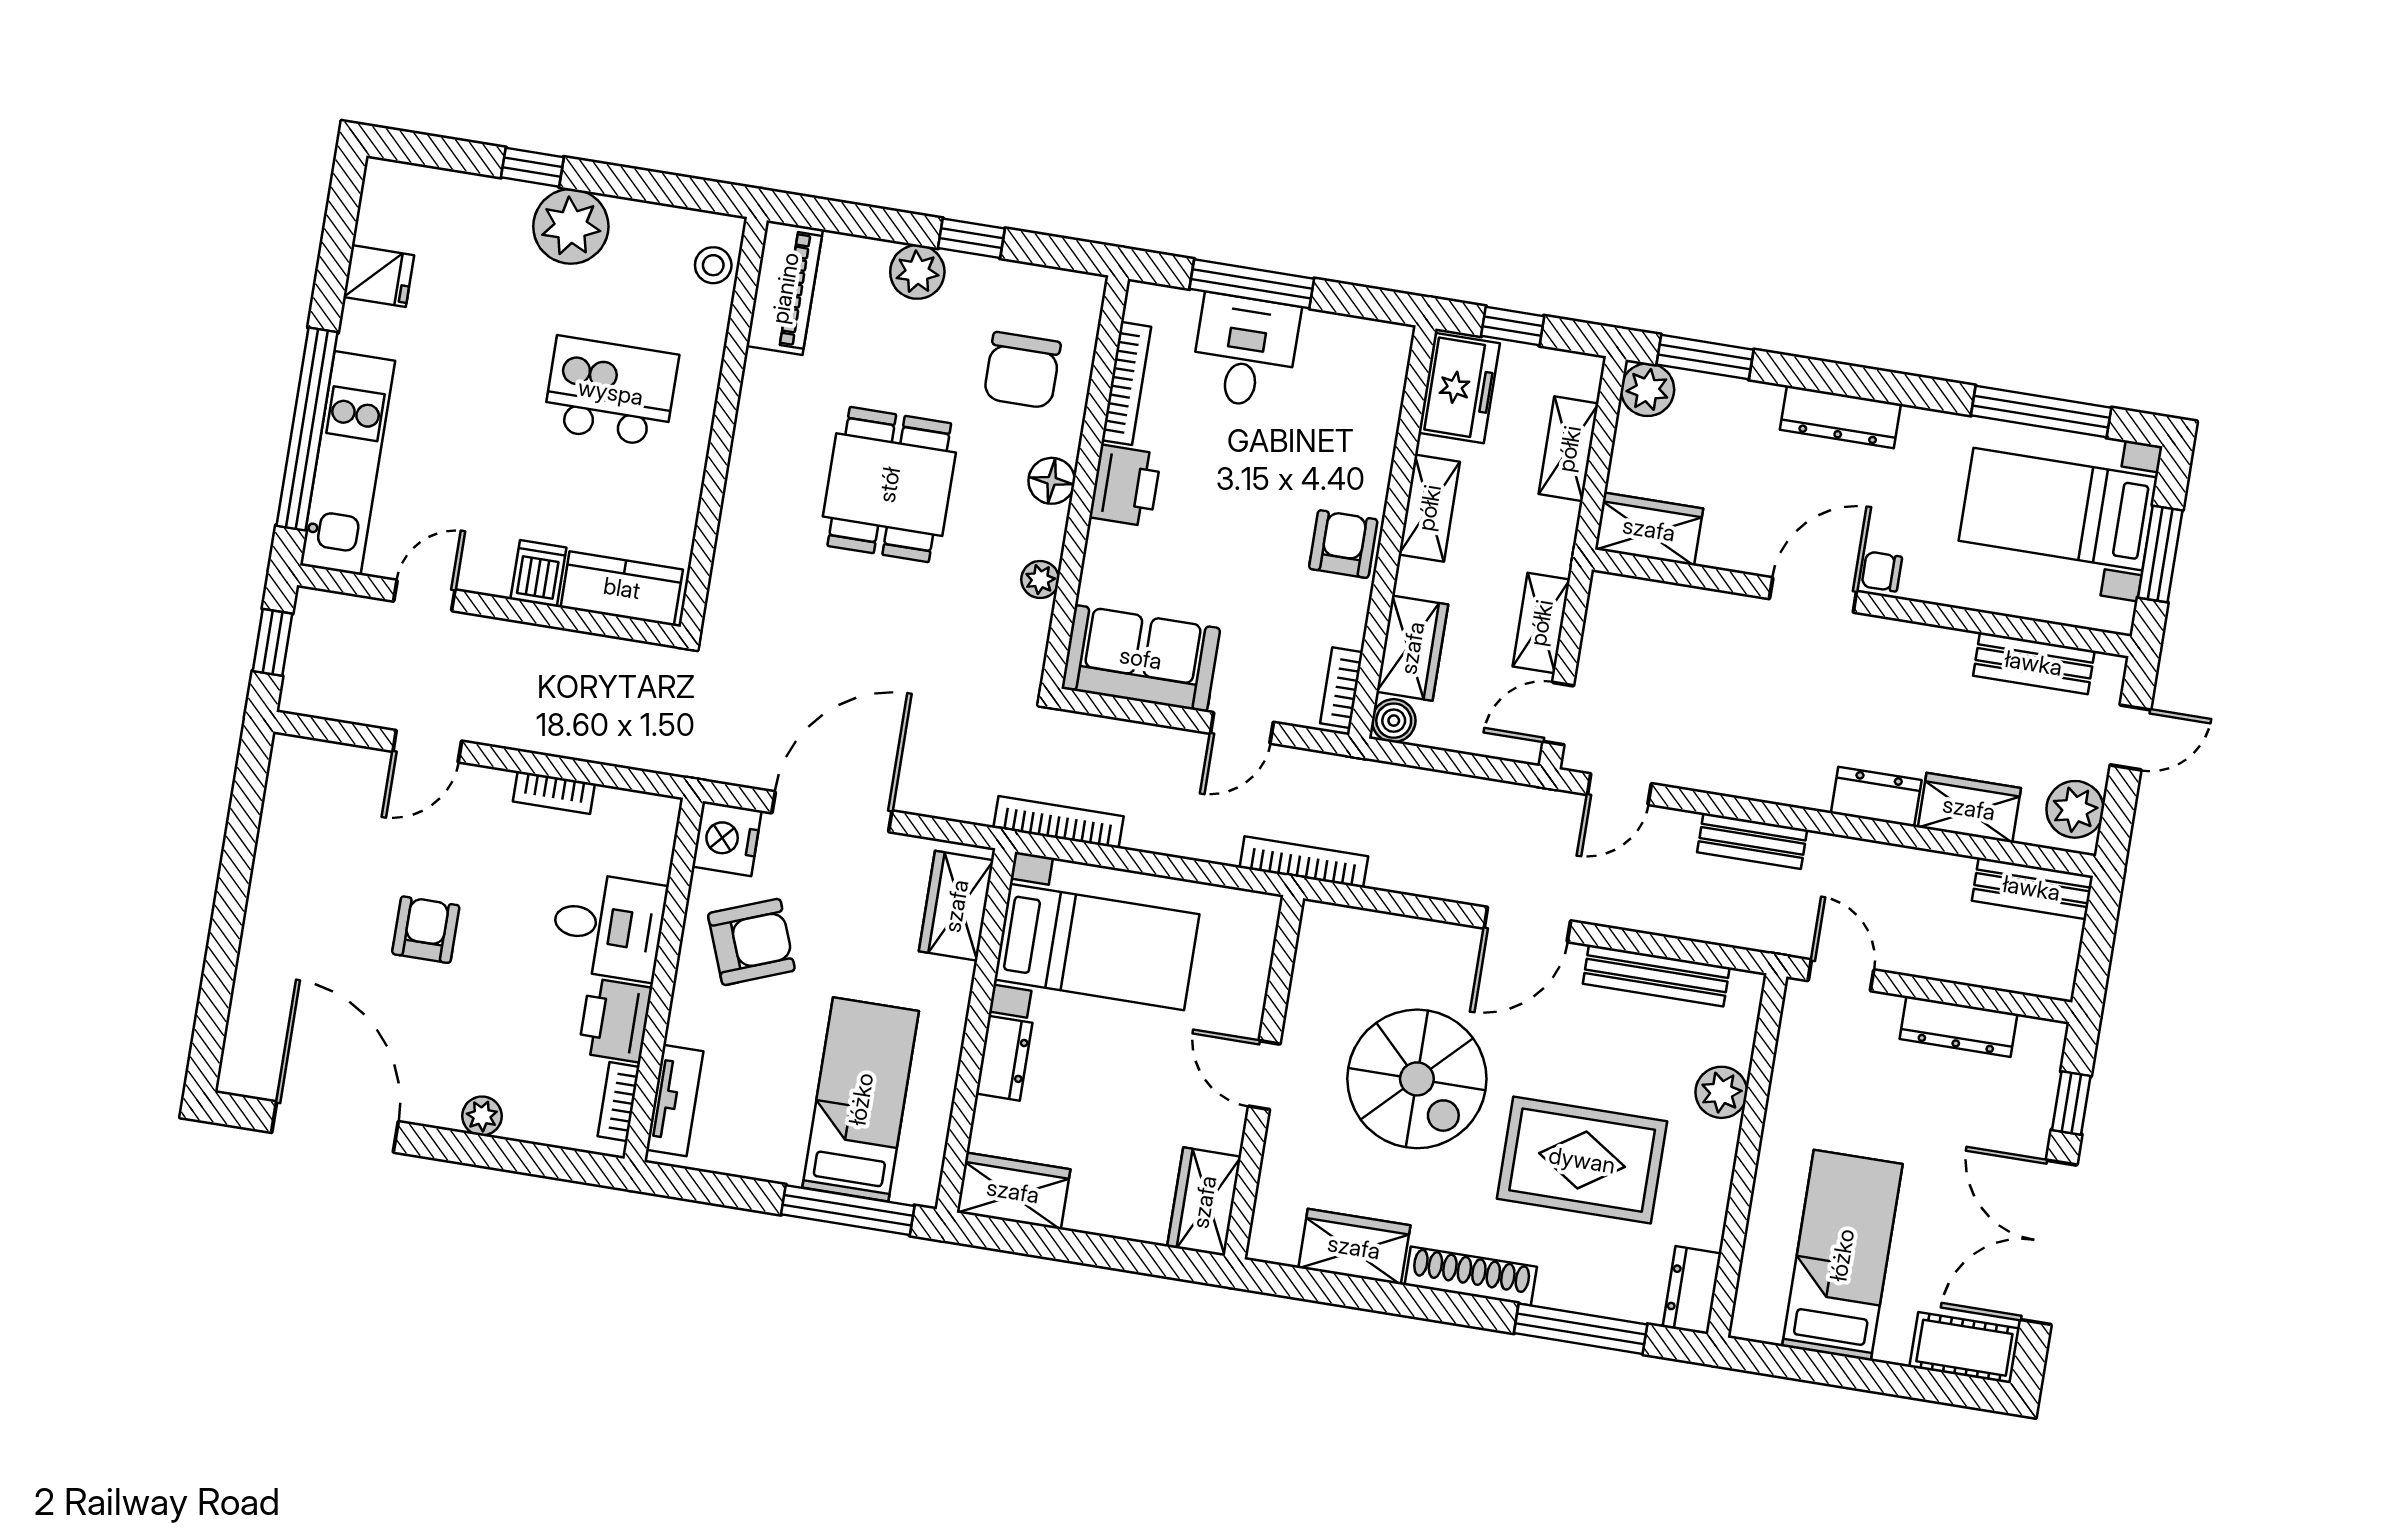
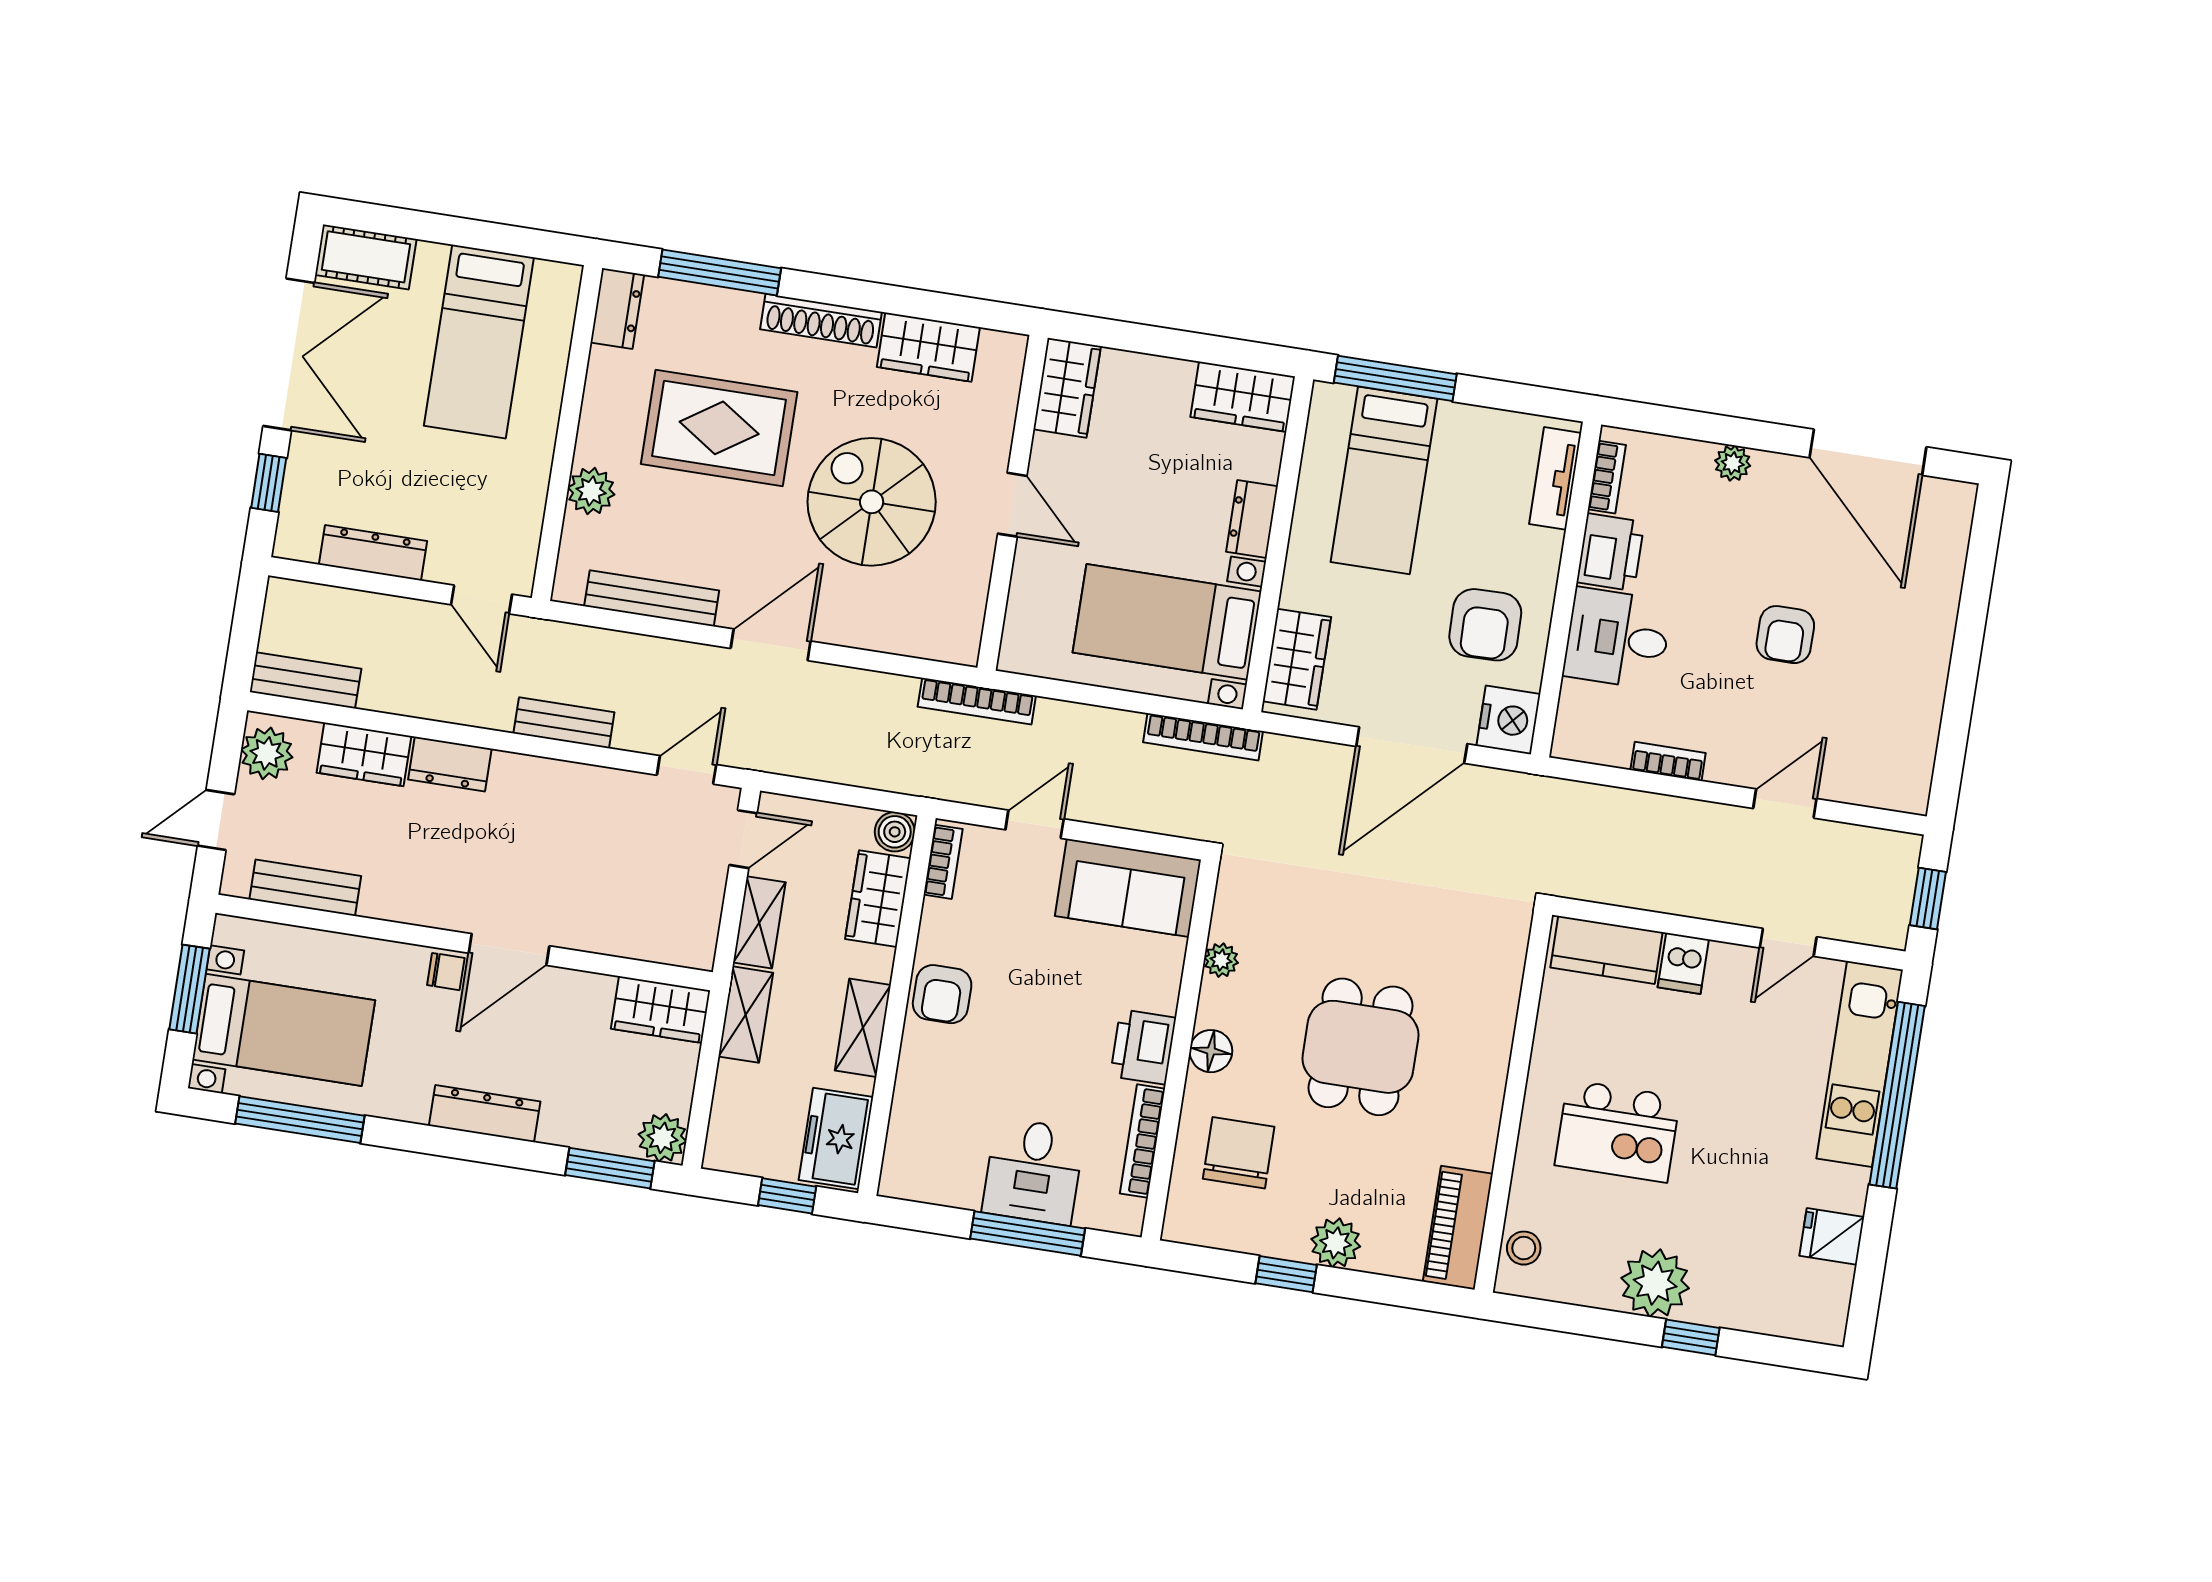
shelving: (1569, 449) -> (746, 1015), moved
armchair: (751, 942) -> (1485, 625), turned -70

